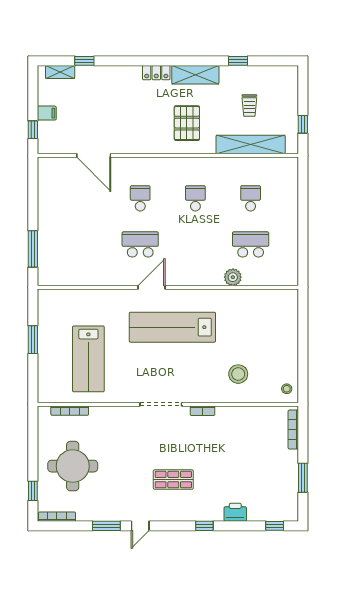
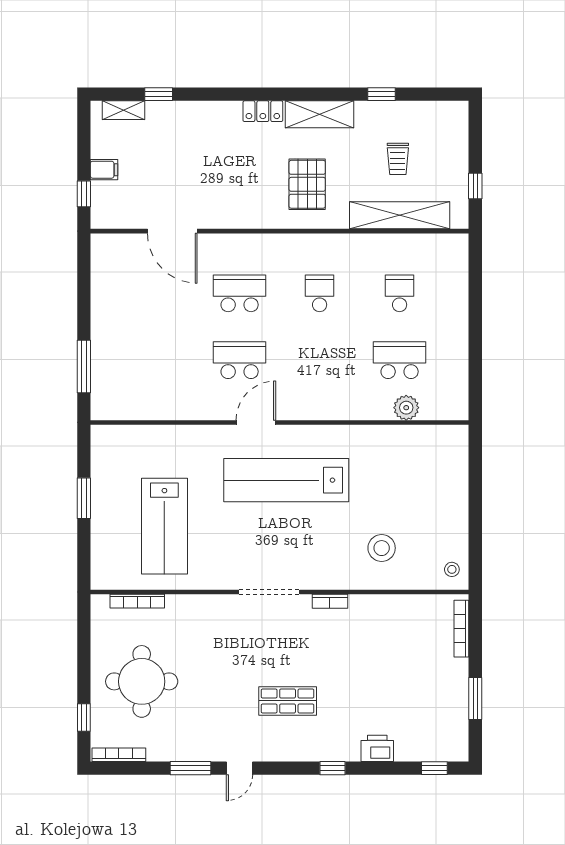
school desk: (140, 198) -> (240, 293), width x1.85
plant: (233, 277) -> (406, 408), moved

